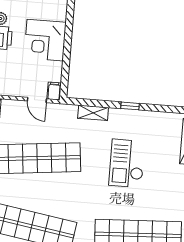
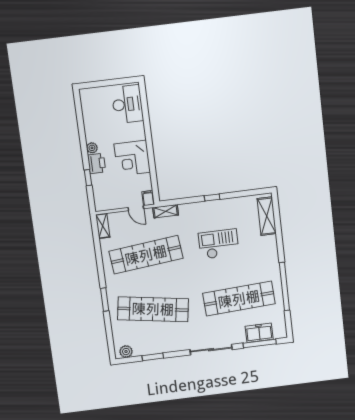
shelving: (93, 113) -> (166, 211), moved
checkout: (127, 163) -> (219, 244), turned 90

